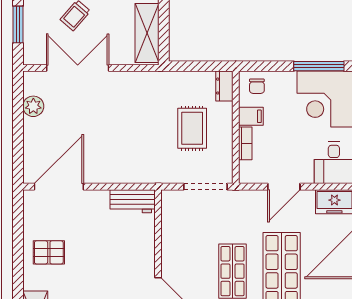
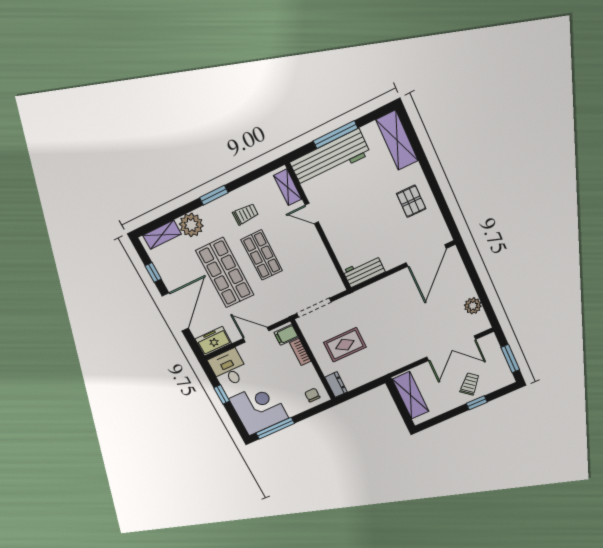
filing cabinet: (251, 116) -> (286, 335), moved
rug: (192, 128) -> (345, 345), turned 90
door: (284, 187) -> (256, 335), hinge flipped
pallet: (49, 252) -> (411, 201), turned 90

